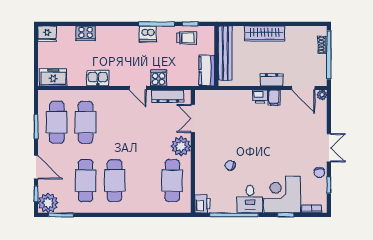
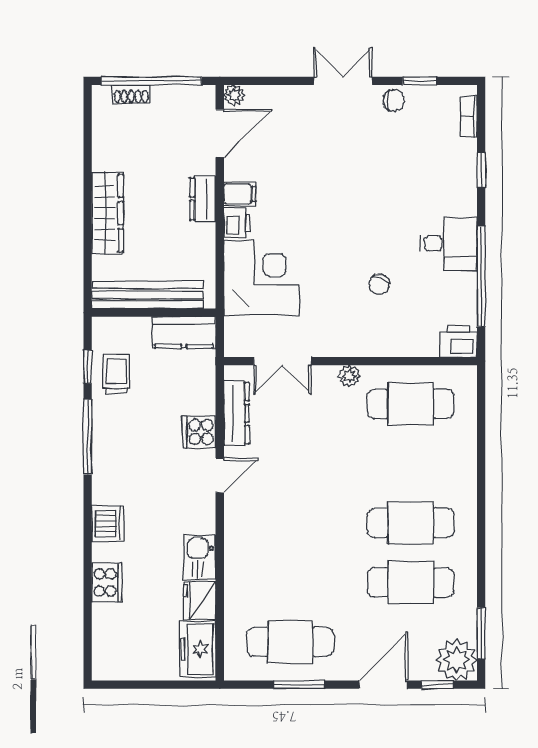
fridge: (47, 34) -> (200, 601), moved, turned 180
dishwasher: (148, 34) -> (108, 523), moved
cafe table: (86, 122) -> (290, 582), removed
plant: (181, 146) -> (349, 376), width x0.53, depth x0.53
corner desk: (282, 195) -> (262, 278), moved, turned 180

